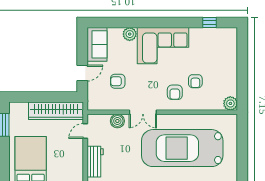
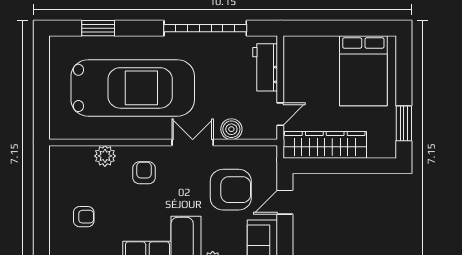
armchair: (118, 81) -> (231, 190), width x1.88, depth x1.88
armchair: (195, 81) -> (84, 217), moved, turned 90
plant: (230, 103) -> (105, 156), moved

